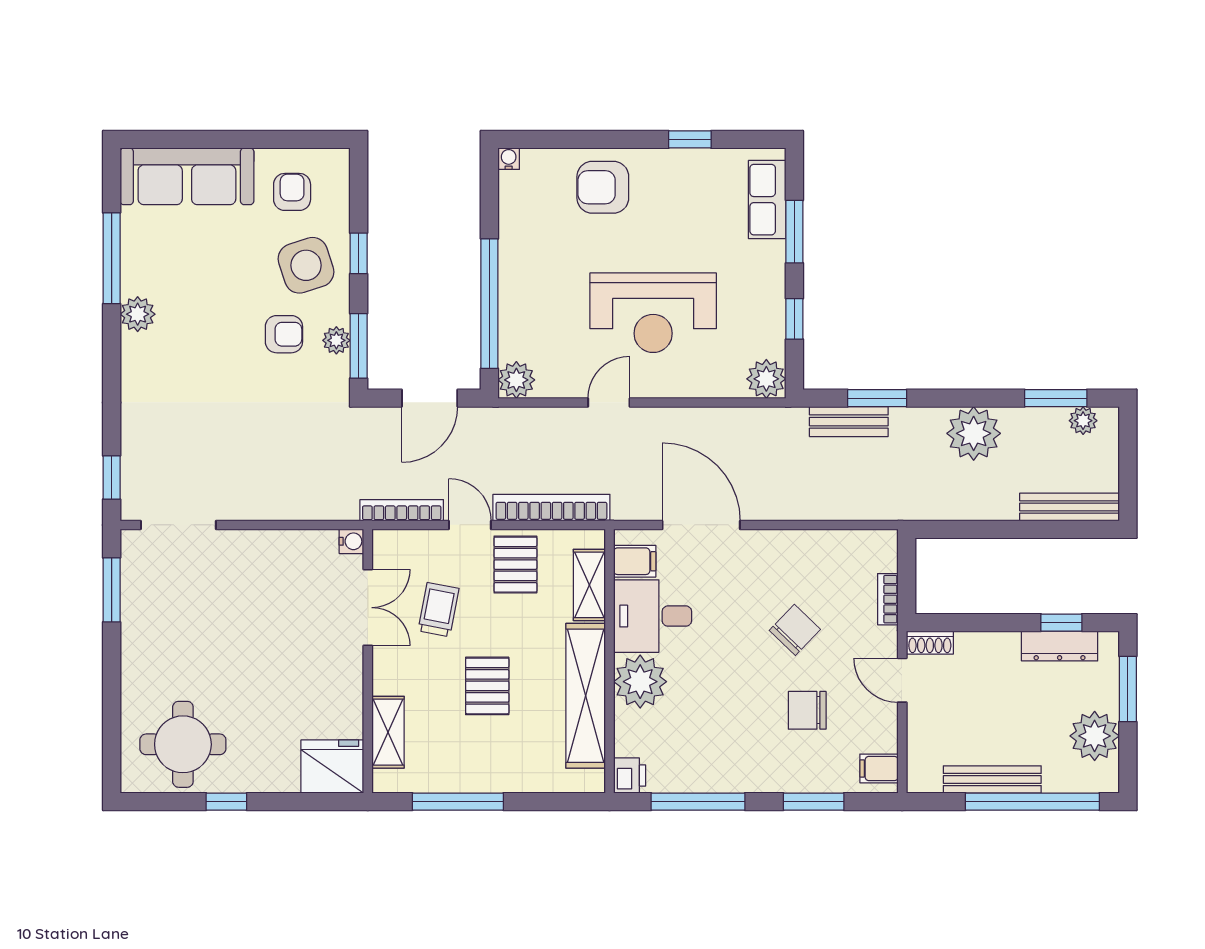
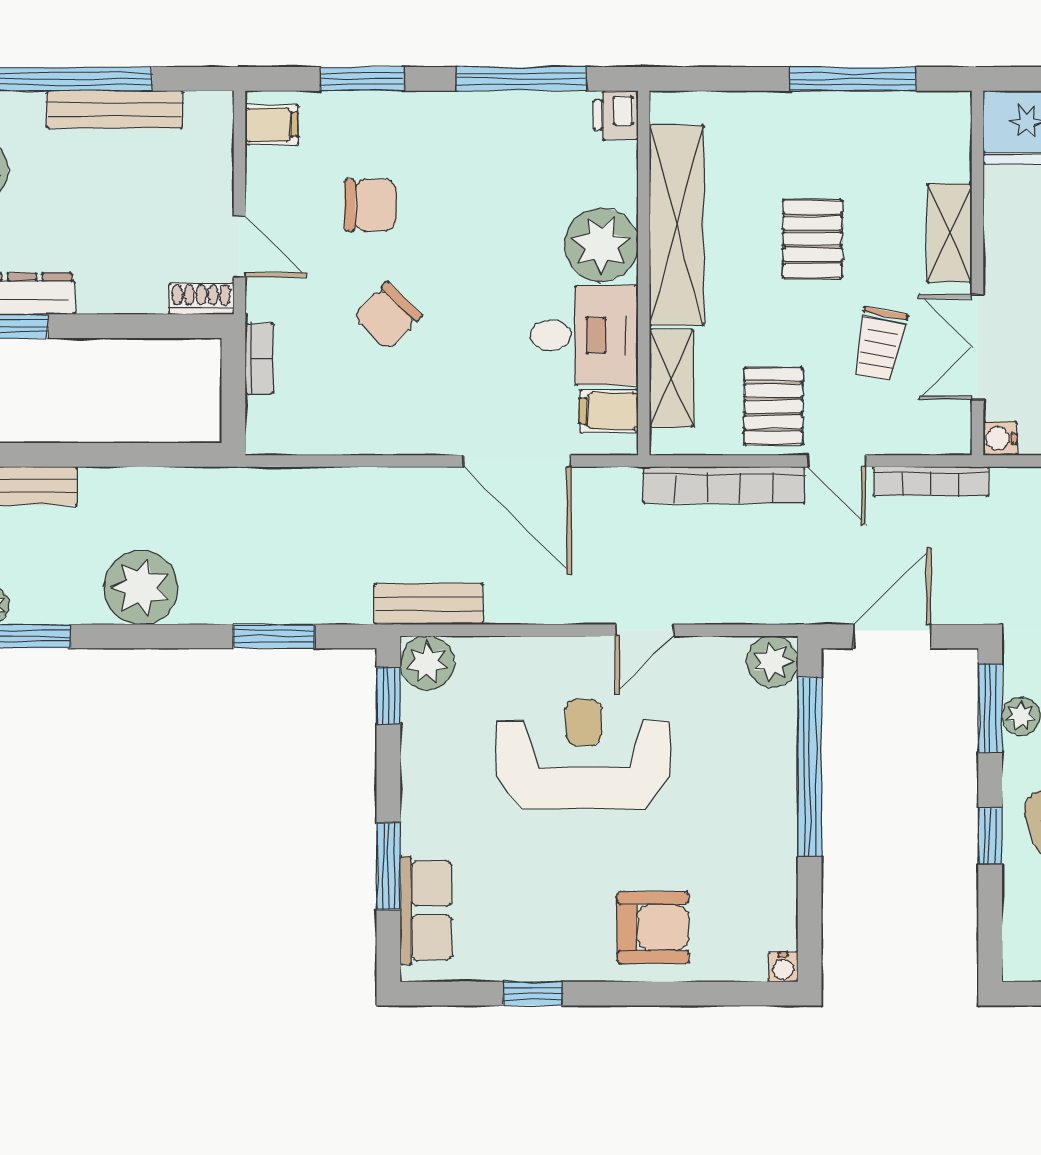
window: (794, 319) -> (388, 696), moved
bench: (849, 422) -> (429, 604), moved
shelving: (388, 732) -> (949, 233), moved

